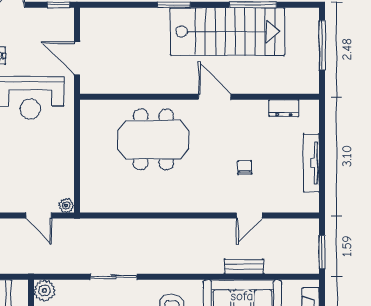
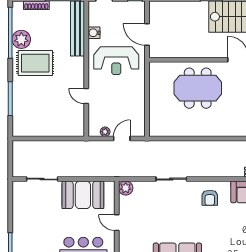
plant: (66, 205) -> (105, 132), moved
door: (39, 216) -> (122, 138), swing flipped

